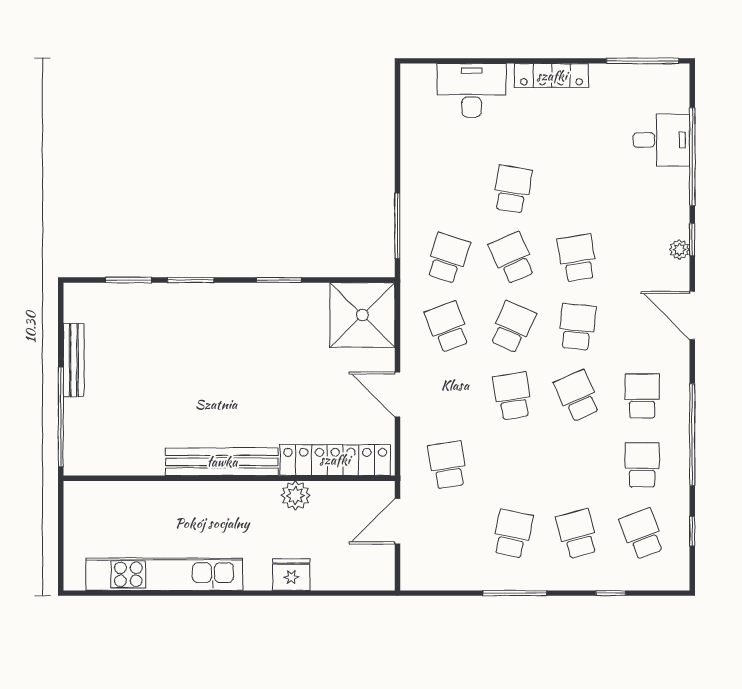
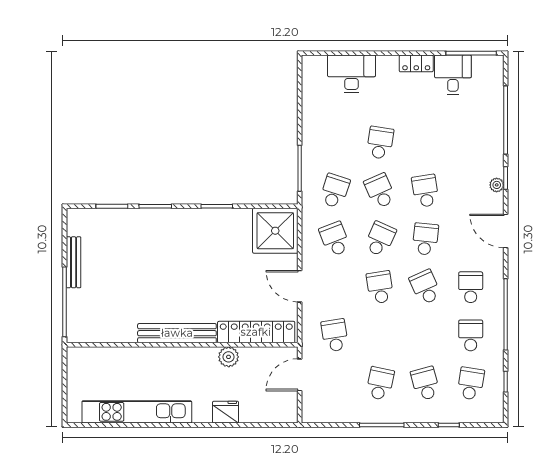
locker: (552, 76) -> (416, 63), width x0.66
desk: (661, 140) -> (453, 75), moved, turned -90
school desk: (642, 534) -> (471, 384), turned 30

